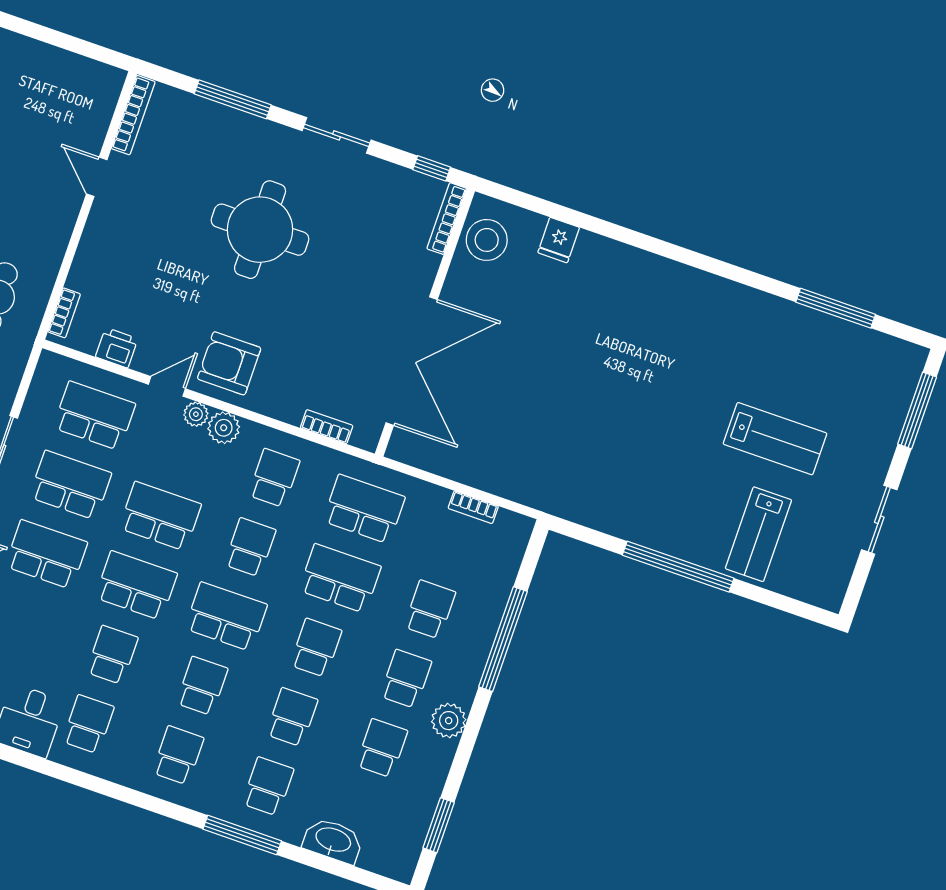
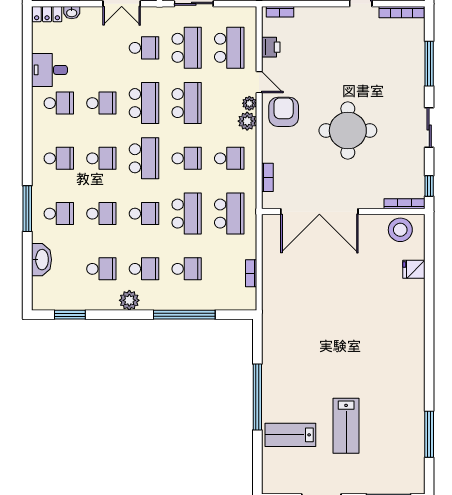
round table: (260, 230) -> (348, 131), moved
school desk: (46, 554) -> (144, 48), width x0.54

